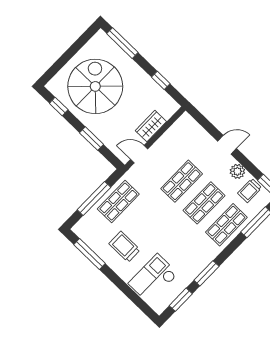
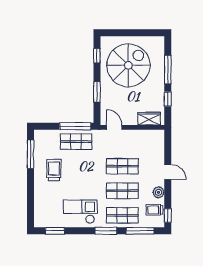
window: (122, 43) -> (168, 69), moved
wardrobe: (151, 126) -> (149, 119), moved
window: (94, 199) -> (75, 126), moved
window: (206, 273) -> (106, 231), moved
checkout: (153, 279) -> (80, 212), moved

